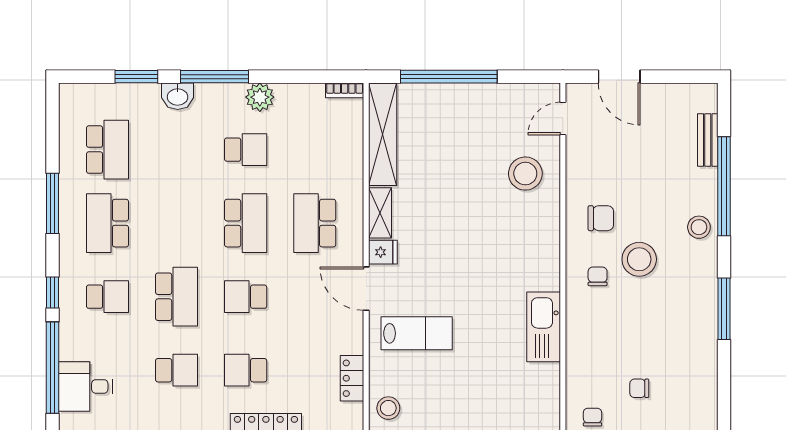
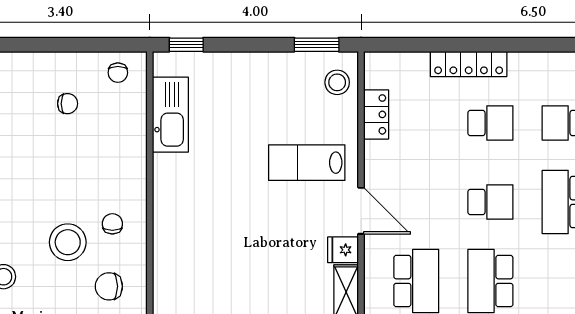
chair: (598, 276) -> (112, 224), turned 180
kitchen sink: (544, 327) -> (170, 115), moved

